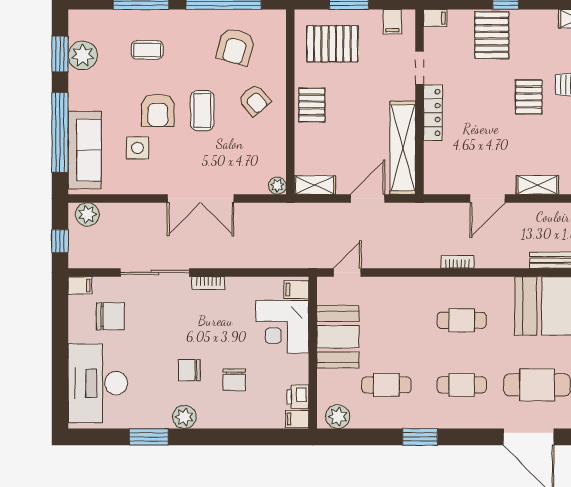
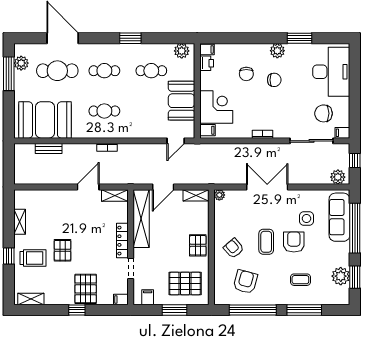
shelving: (537, 185) -> (115, 195), moved
sliding door: (155, 272) -> (311, 141), moved
chair: (234, 380) -> (246, 74), turned 180

